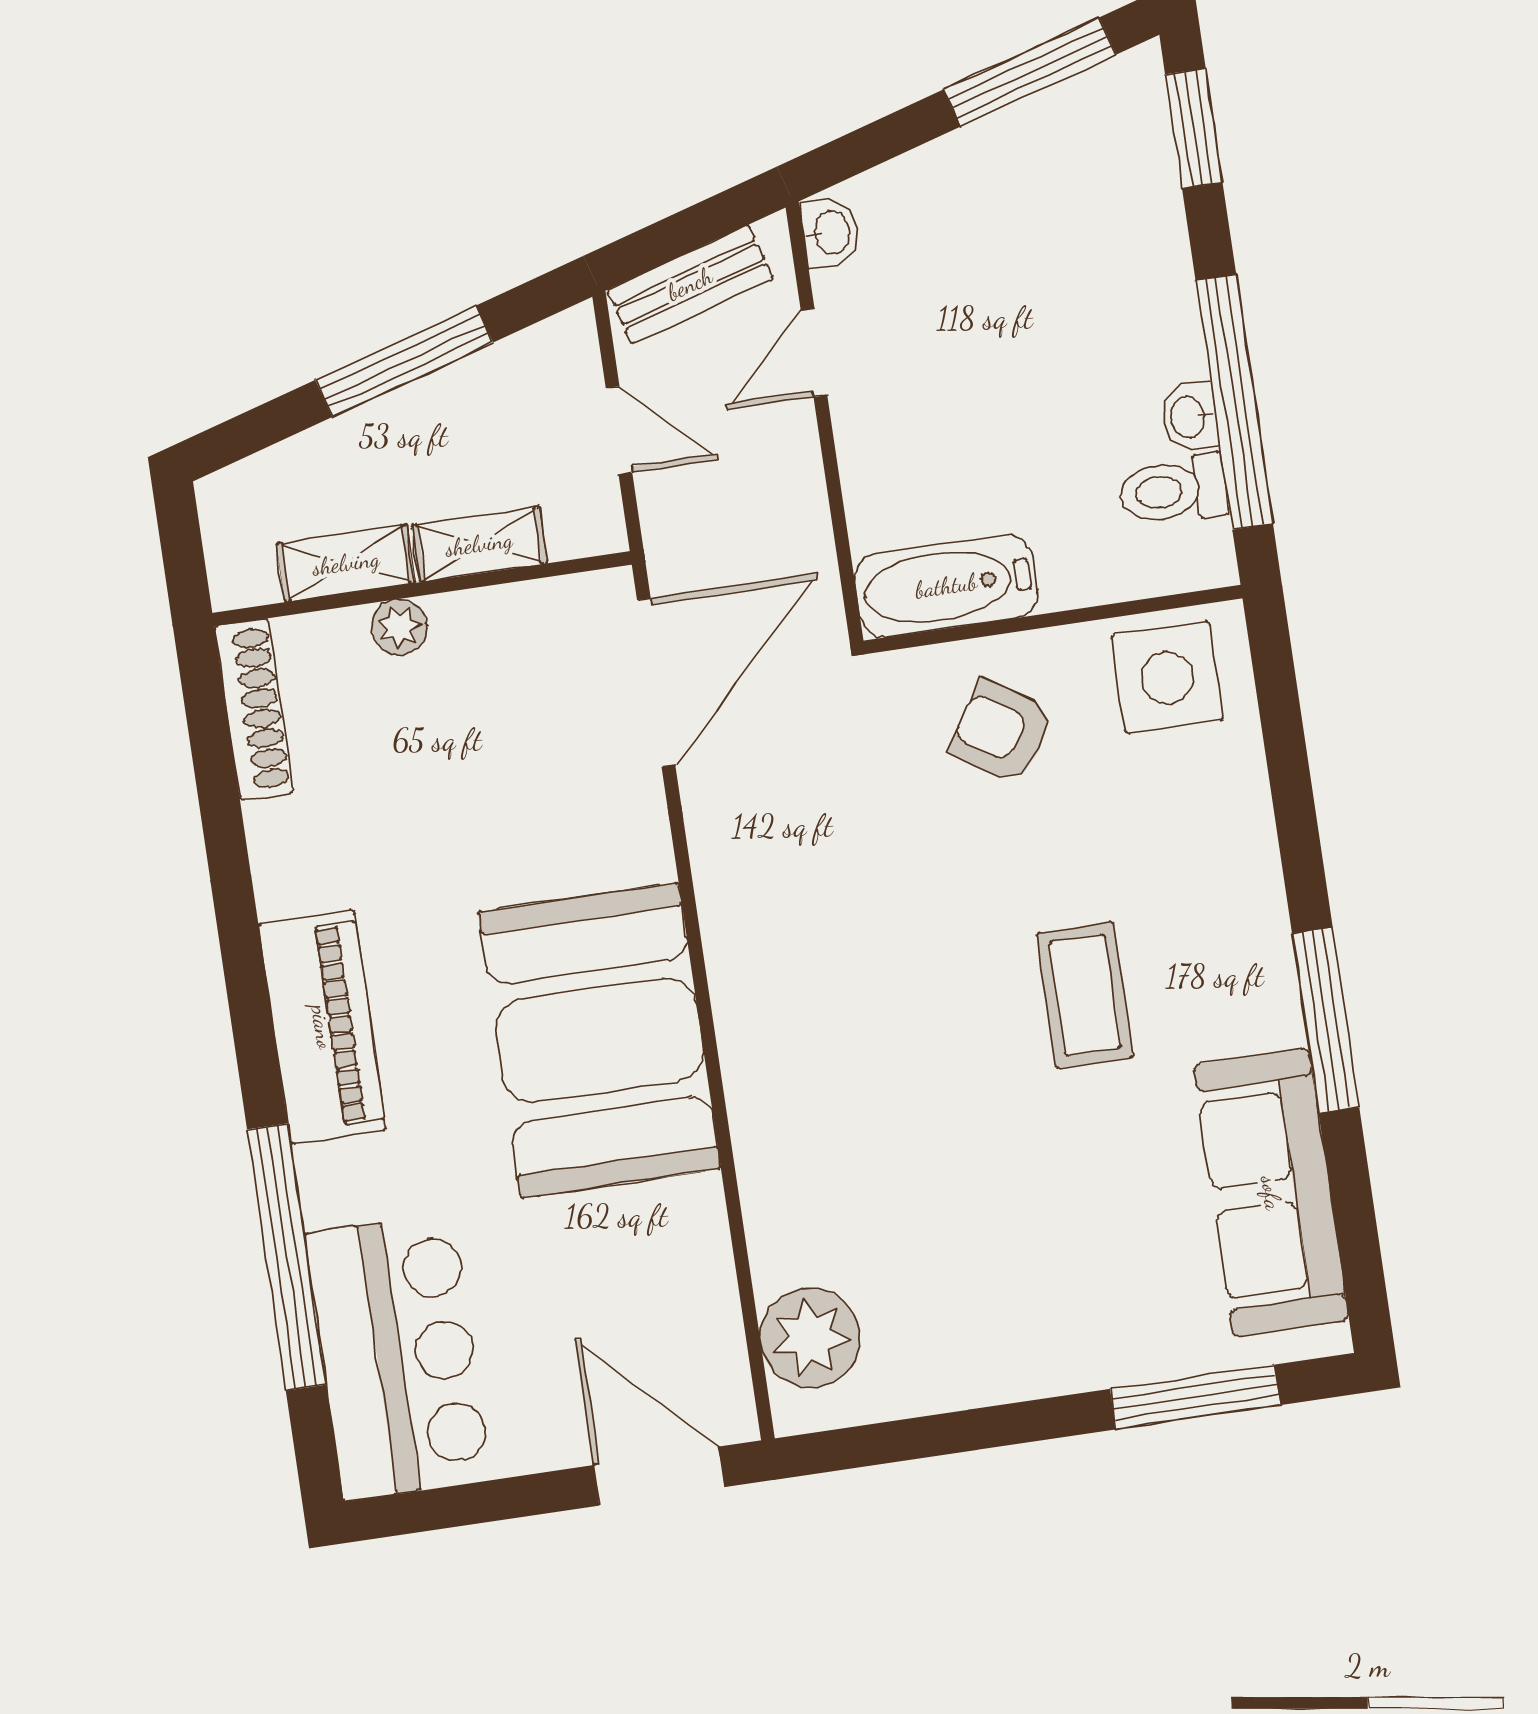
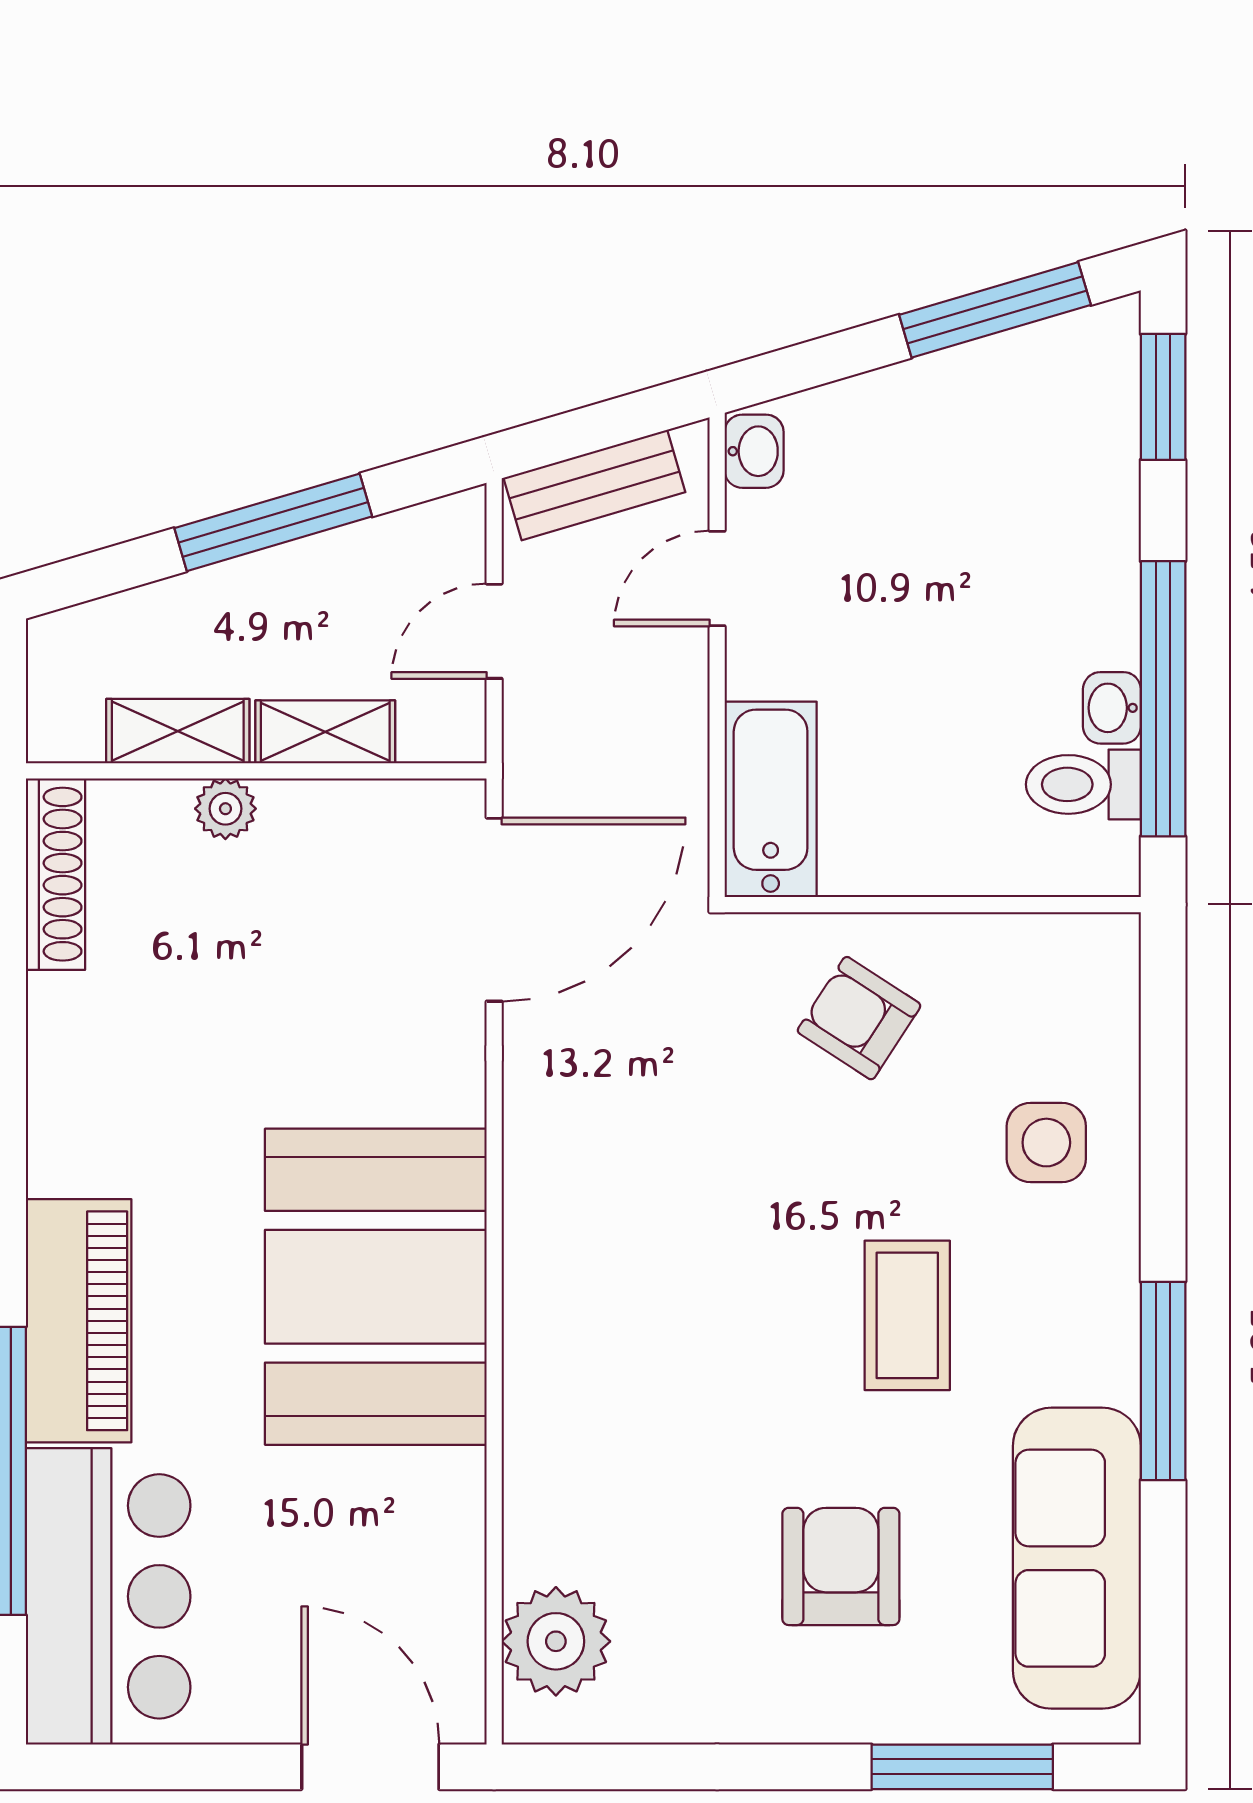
door: (619, 430) -> (494, 631), swing flipped
bathtub: (946, 586) -> (771, 799), moved, turned 90
side table: (1167, 677) -> (1046, 1143), moved, width x0.73, depth x0.73
piano: (322, 1027) -> (79, 1321), moved
armchair: (1058, 1232) -> (841, 1566), added

